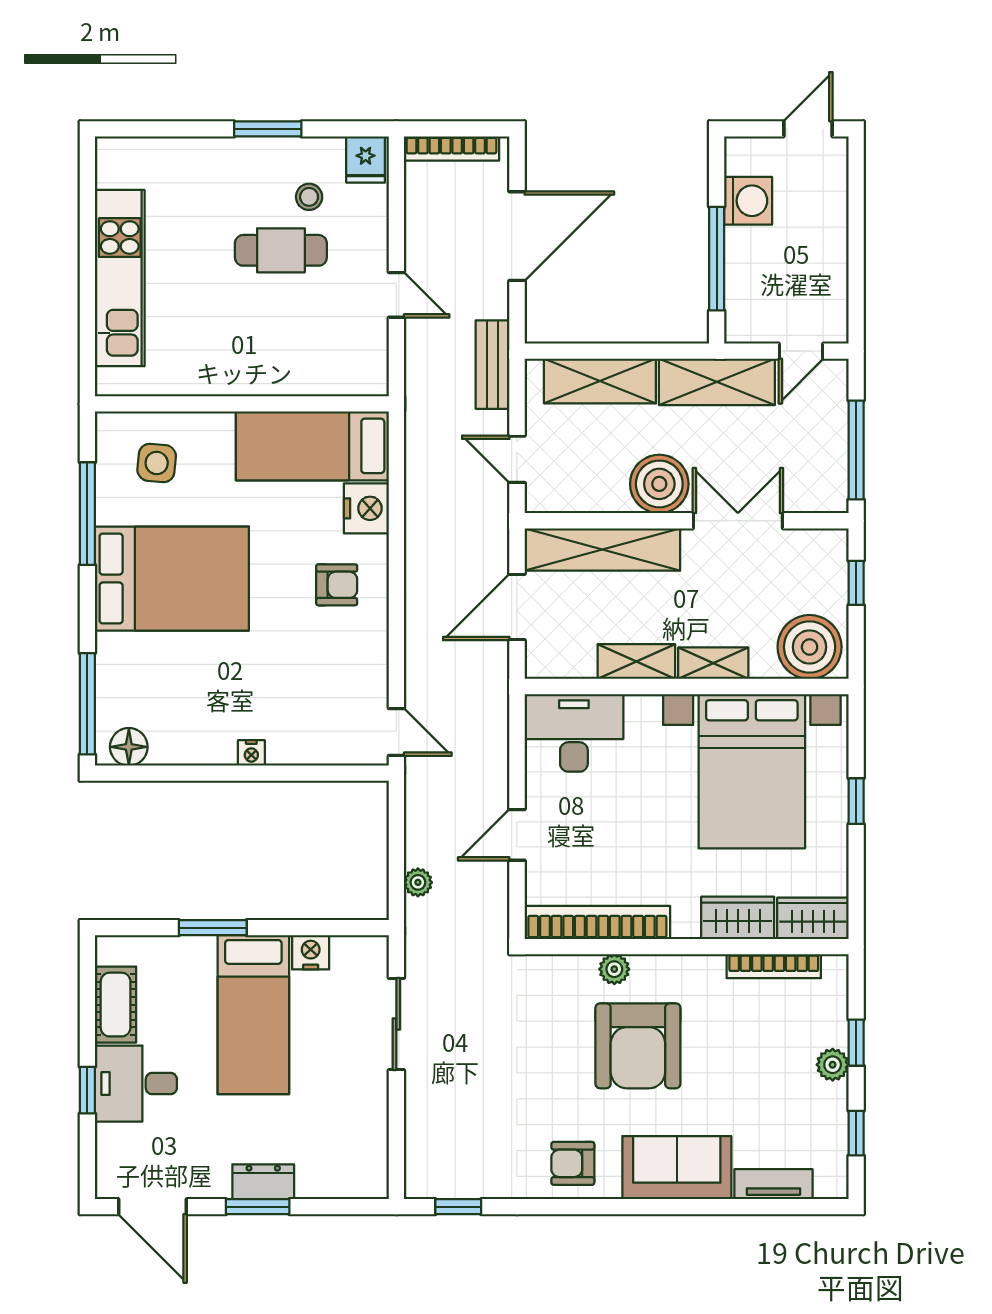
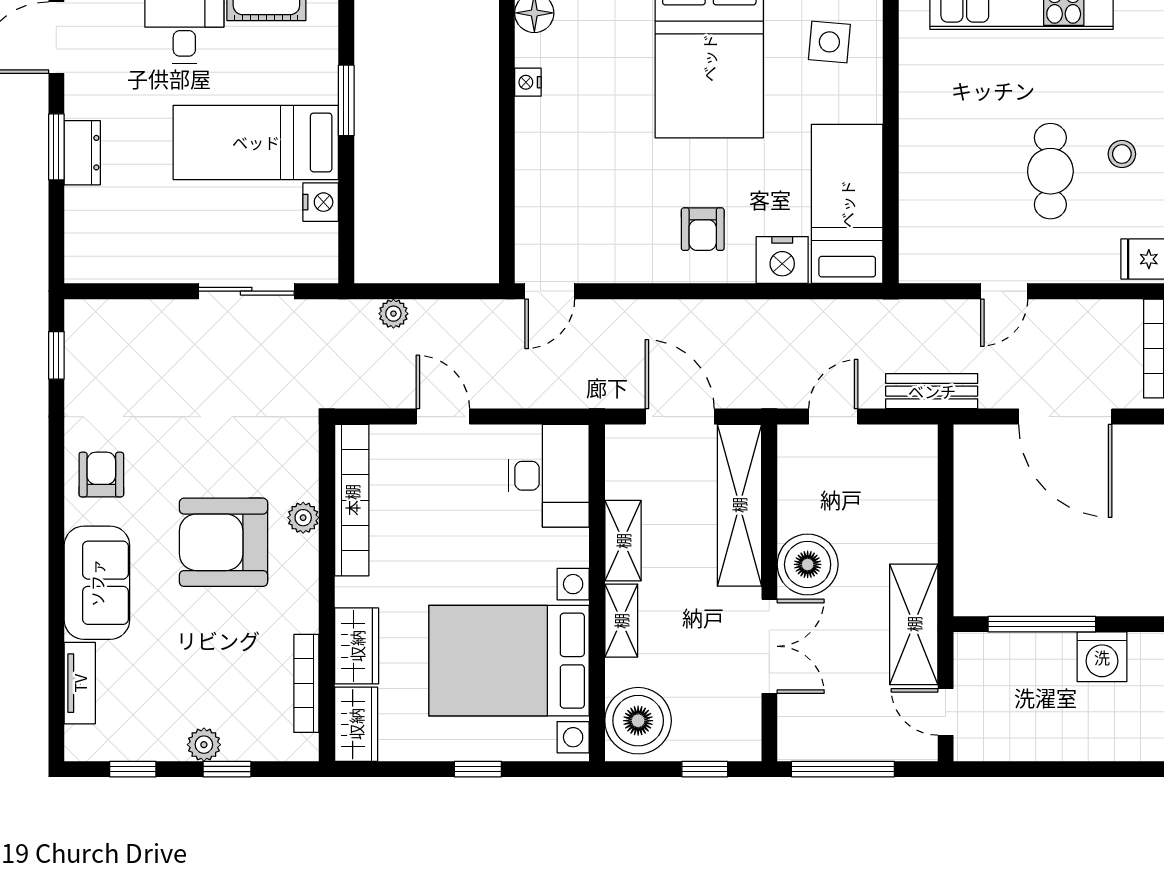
stool: (309, 197) -> (1122, 154), moved
shelving: (600, 381) -> (915, 503), removed
nightstand: (251, 753) -> (528, 82), moved

